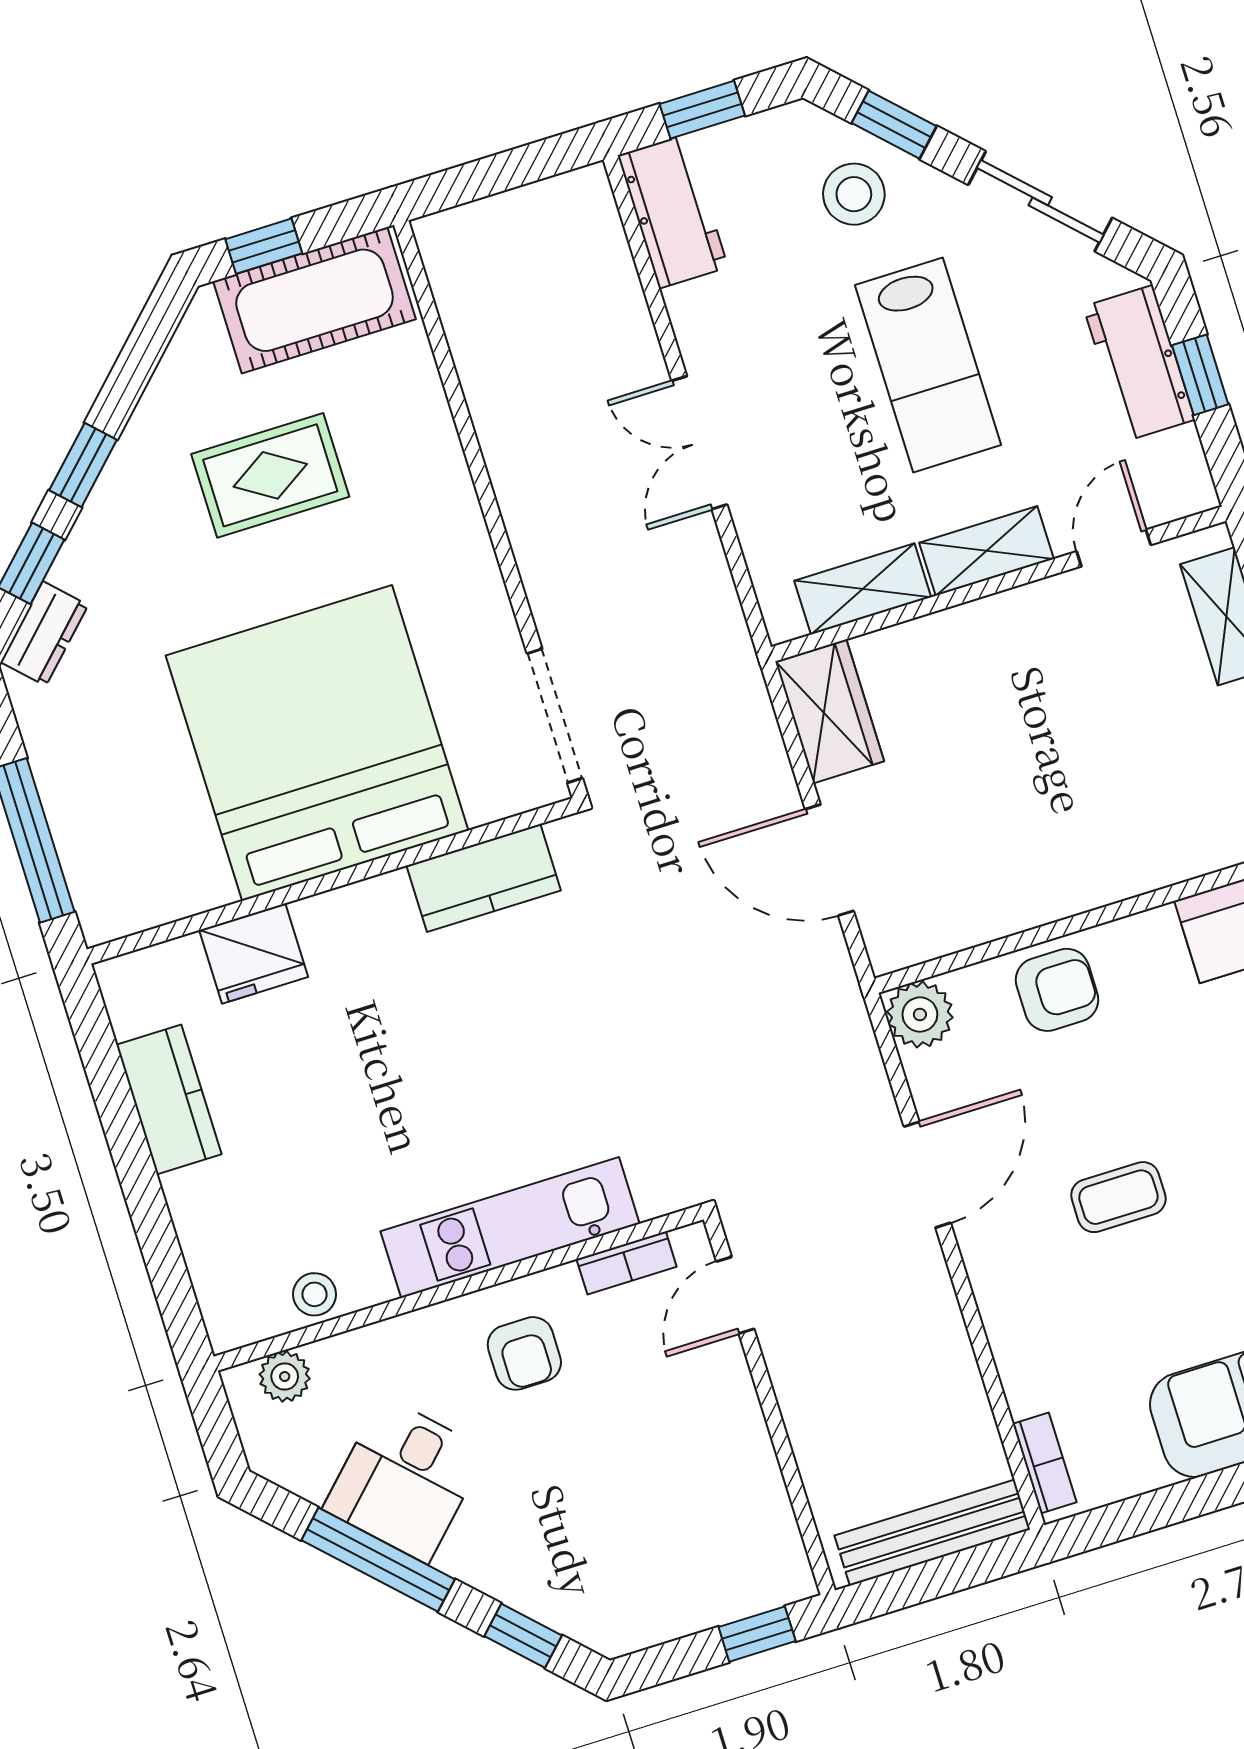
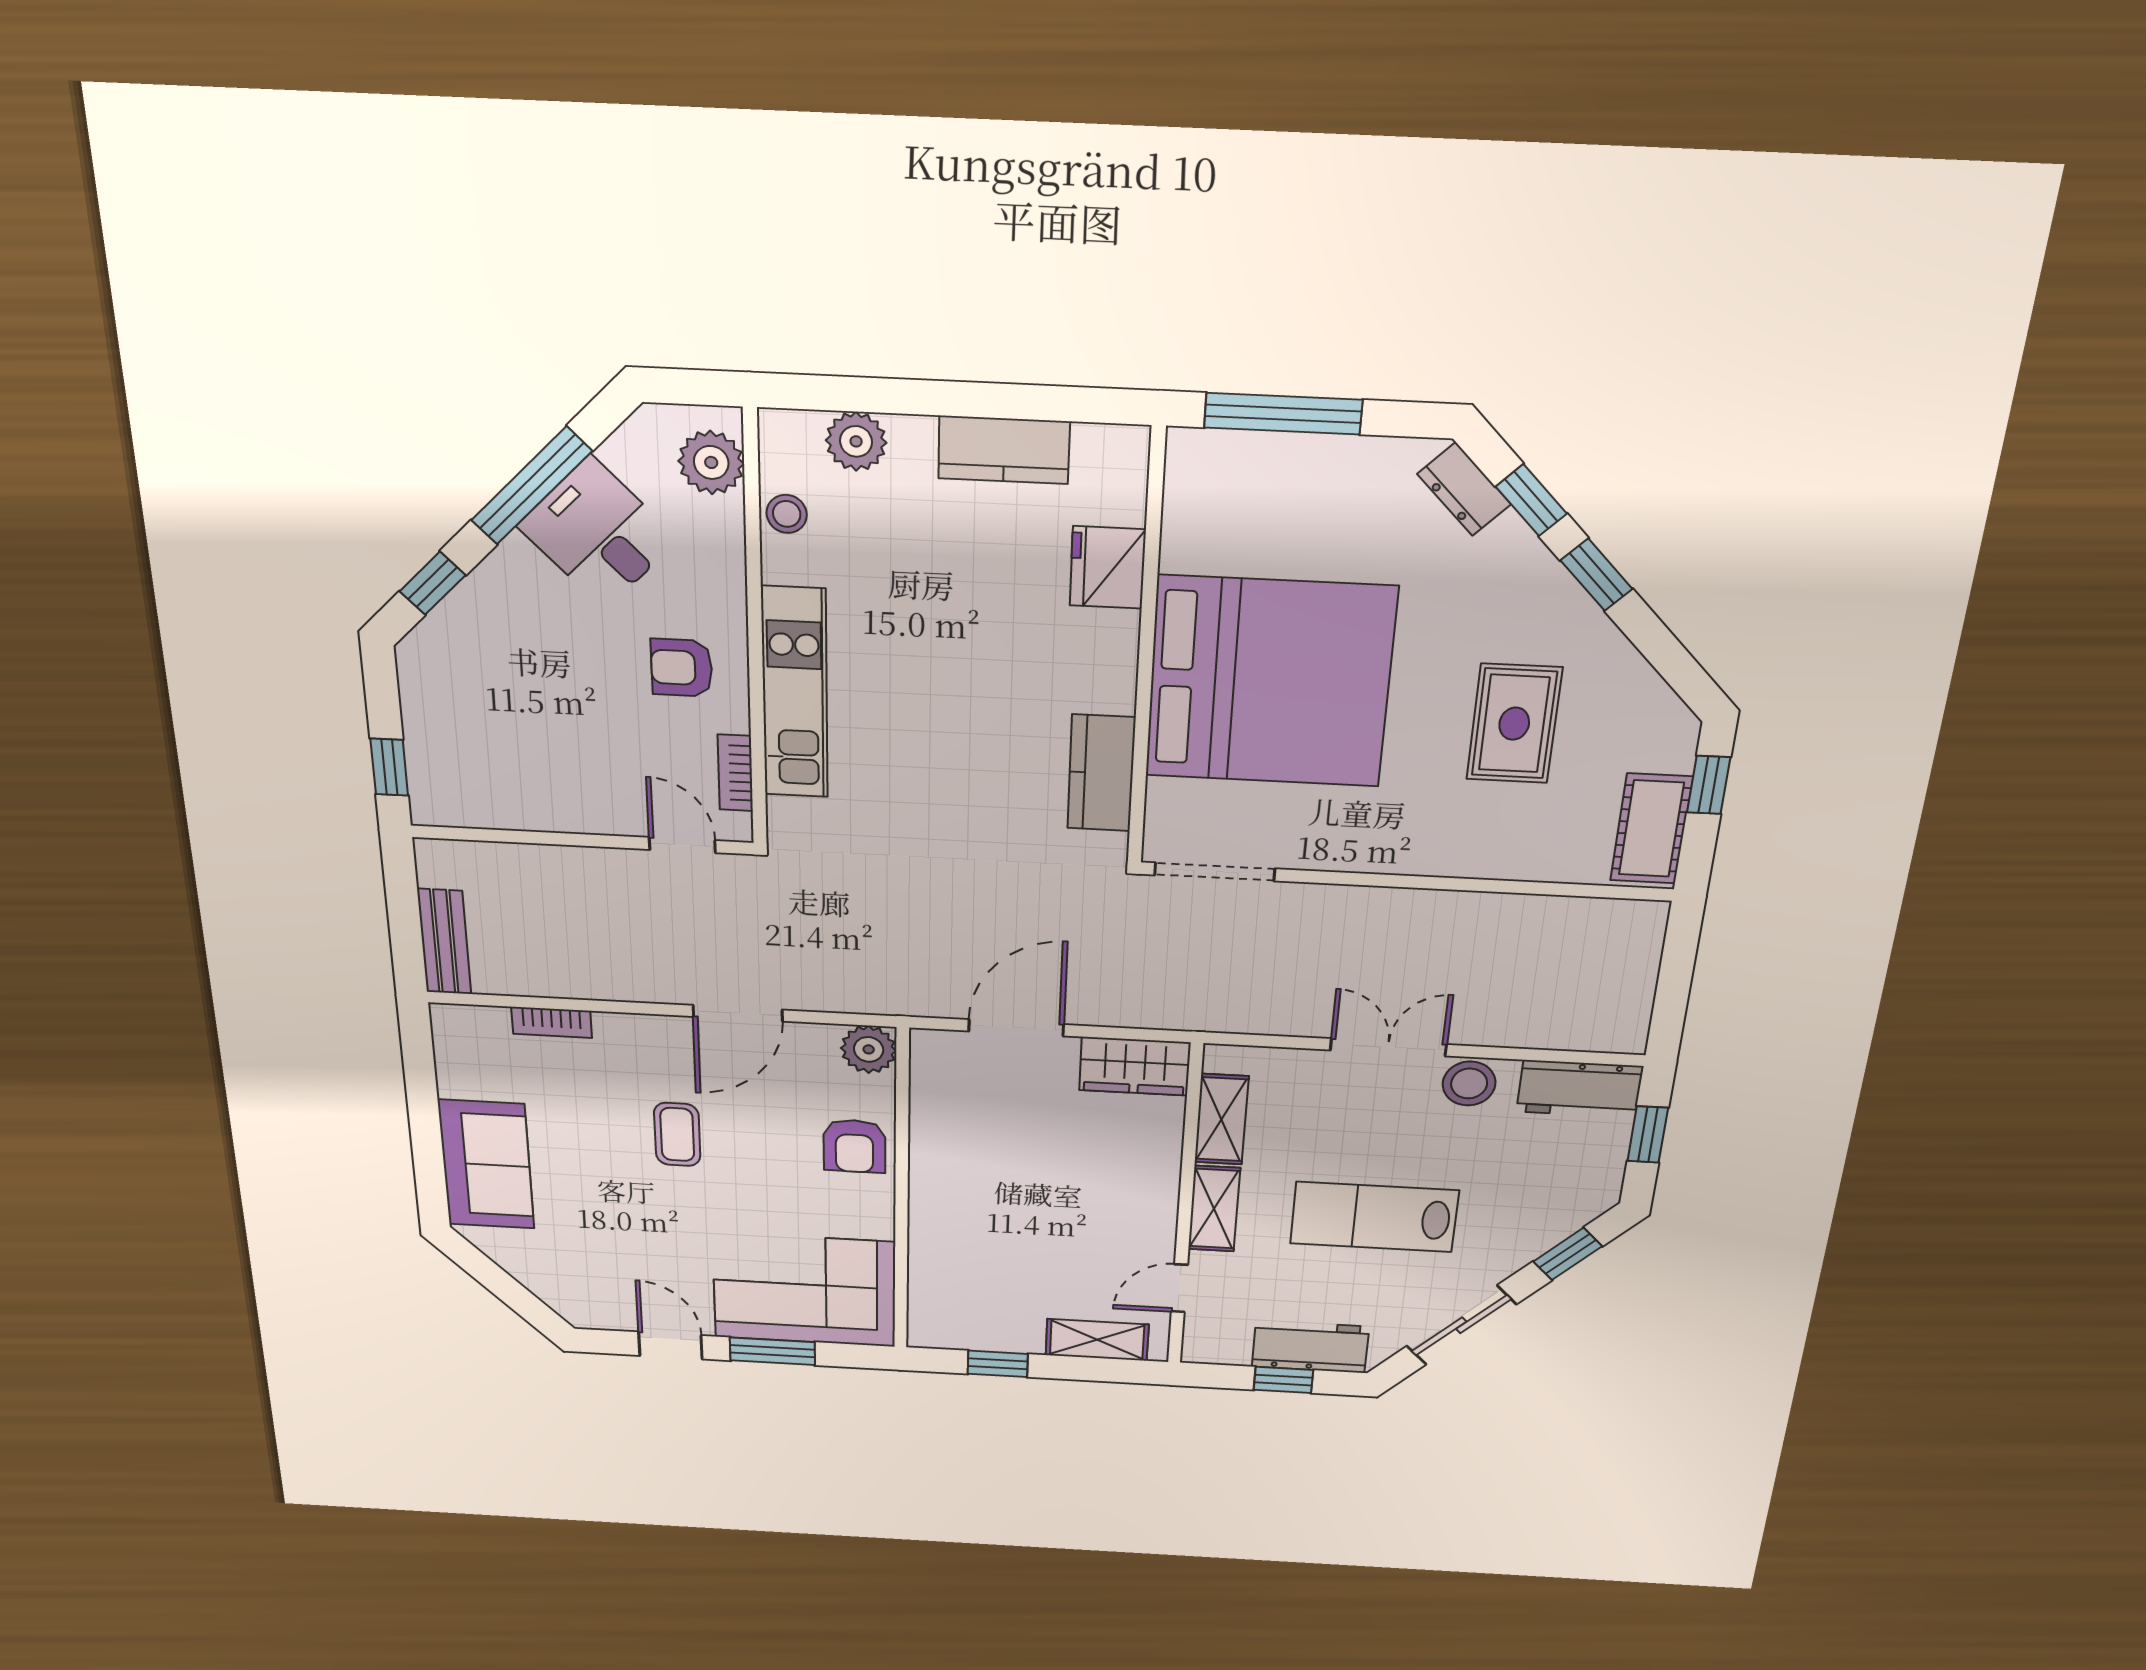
stool: (854, 194) -> (1469, 1083), moved
cot: (315, 300) -> (1651, 829), width x0.73, depth x0.75
door: (1114, 548) -> (1179, 1288), swing flipped
door: (927, 1175) -> (738, 1013), hinge flipped
plant: (213, 1248) -> (856, 441), added
plant: (285, 1376) -> (711, 462), width x1.38, depth x1.38
bookcase: (1045, 1463) -> (552, 1022), moved
bench: (932, 1533) -> (444, 942), width x0.73

